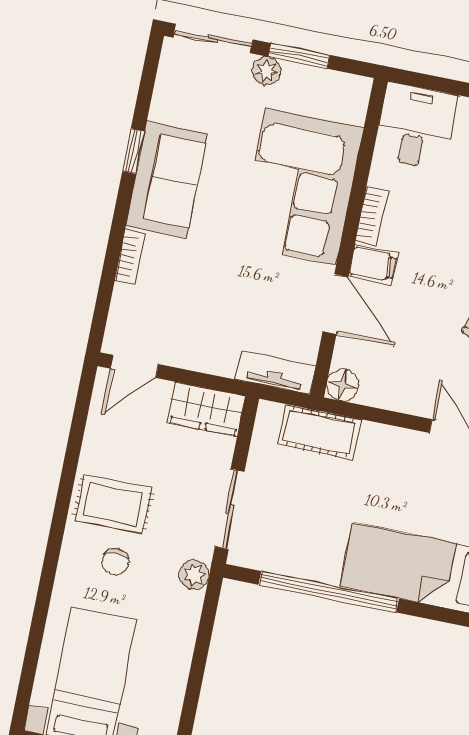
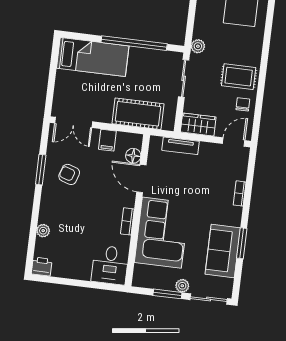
window: (134, 151) -> (242, 243), width x1.50
sofa: (167, 180) -> (223, 251), moved
filing cabinet: (373, 264) -> (107, 140), moved, turned -90
tv unit: (275, 373) -> (180, 146), moved
floor lamp: (343, 385) -> (133, 156), moved
cot: (319, 432) -> (138, 114), width x1.37, depth x1.34
chair: (115, 562) -> (243, 104), moved

